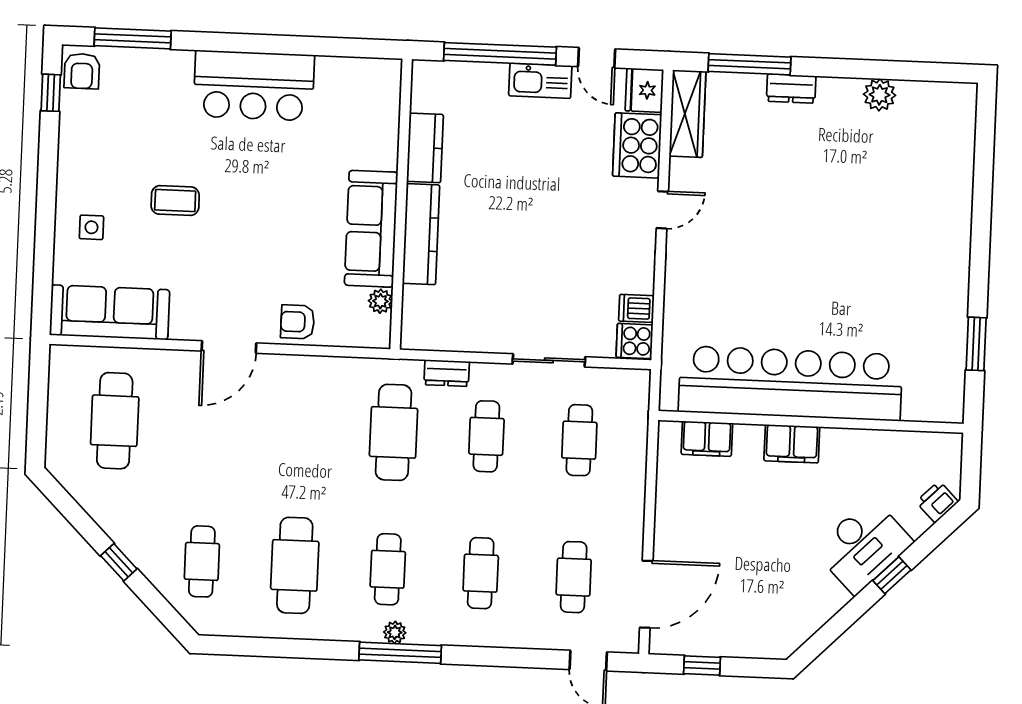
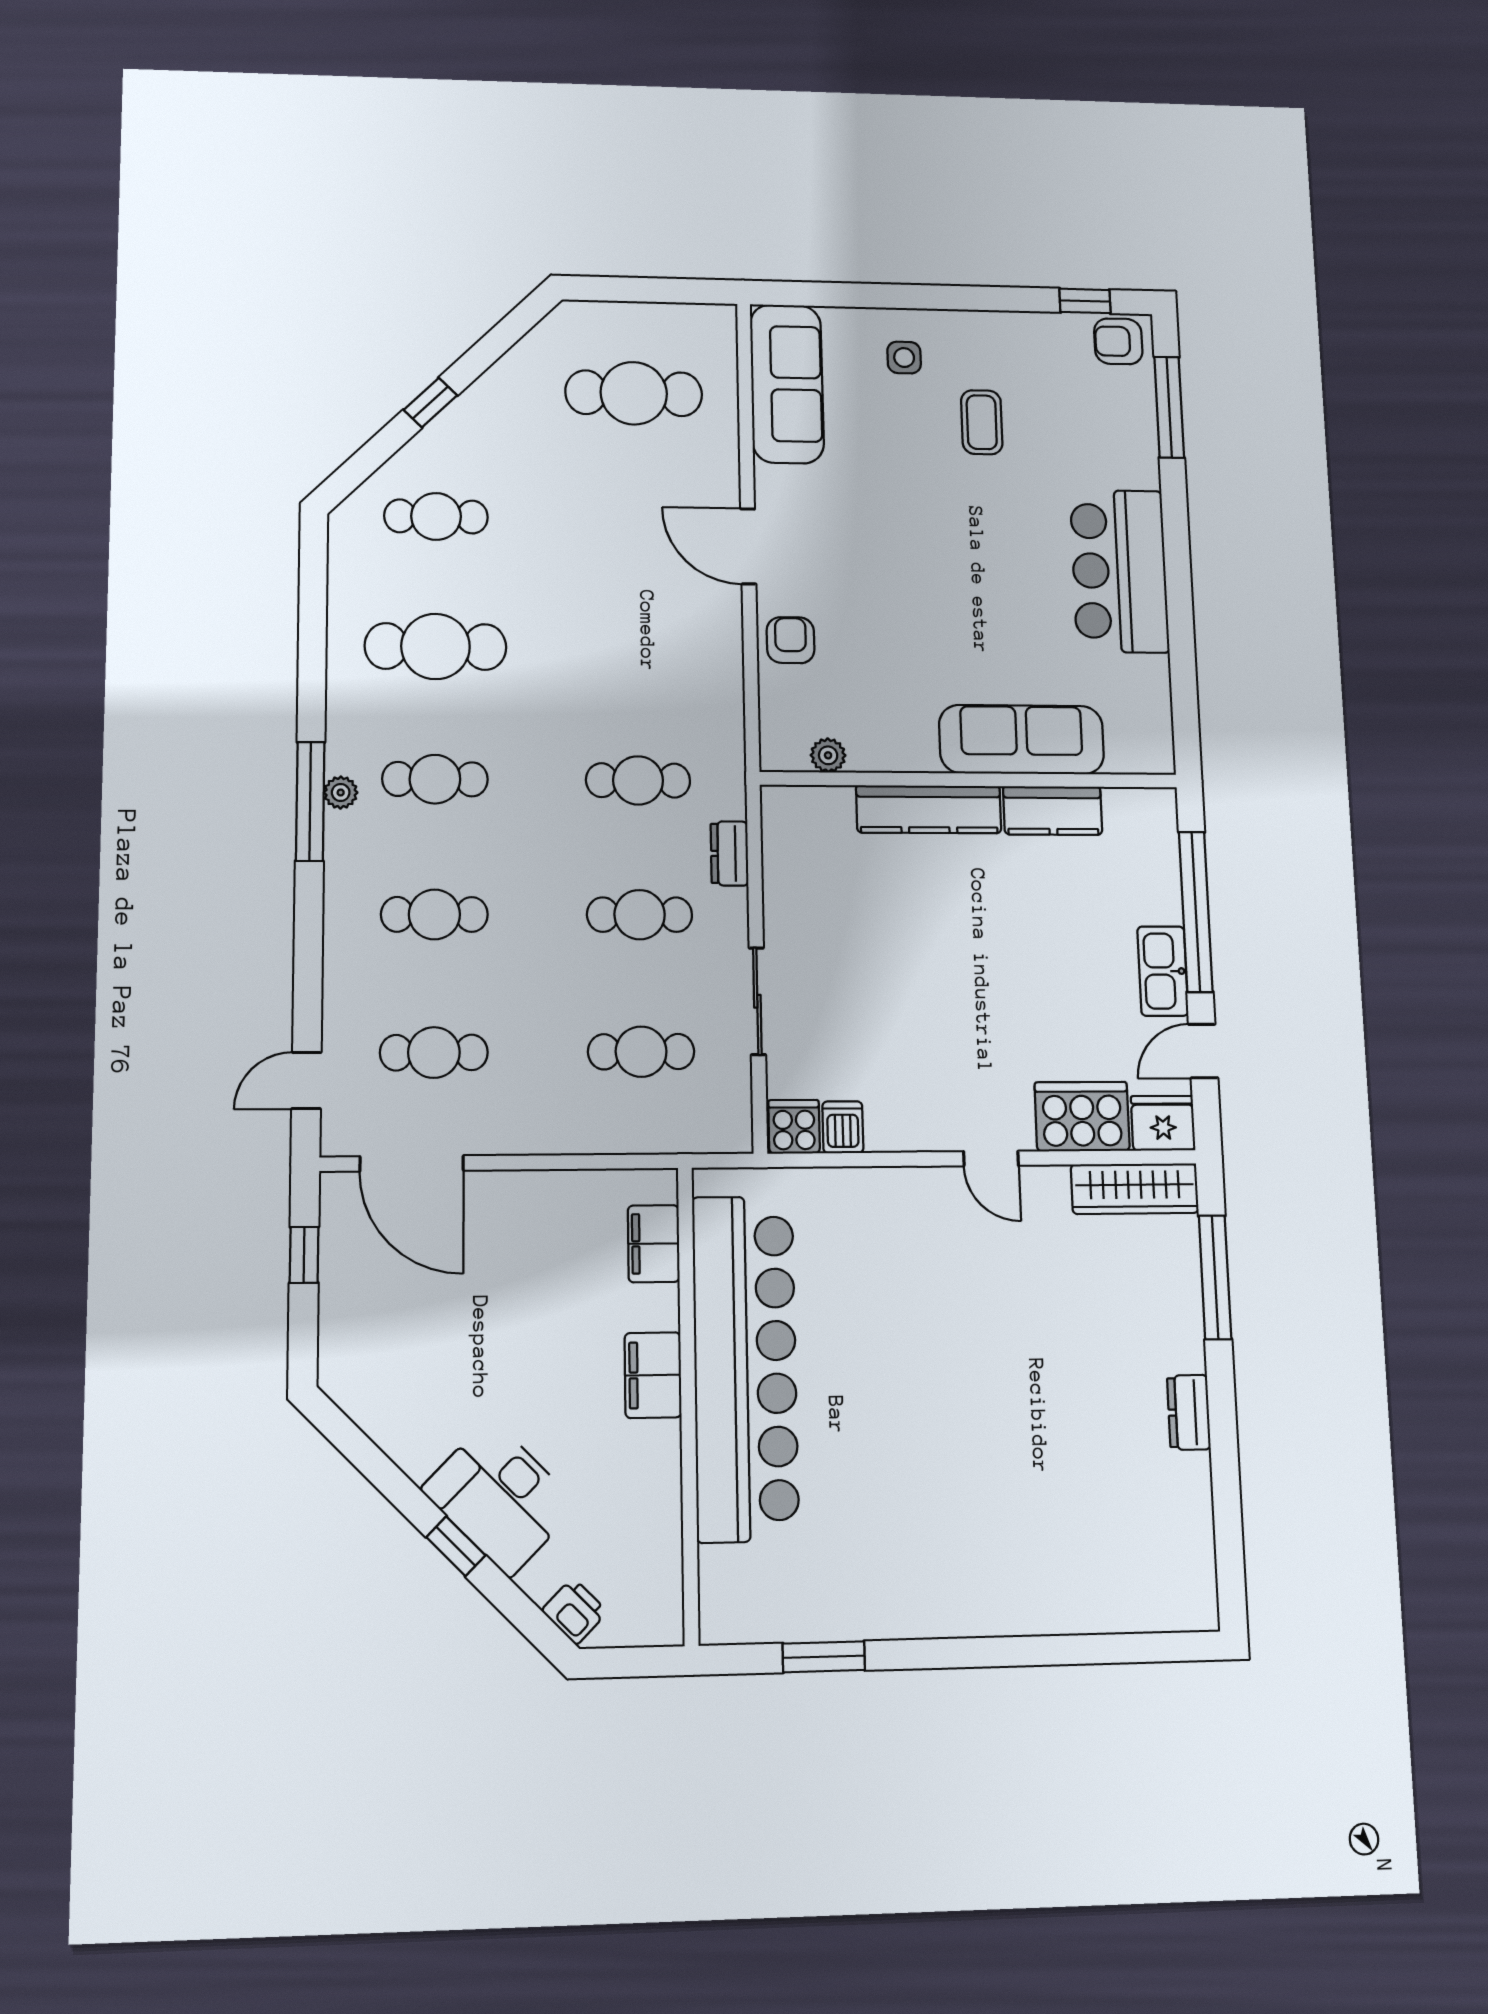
dresser: (791, 89) -> (1189, 1412), moved
plant: (880, 95) -> (1188, 1478), removed
coffee table: (175, 201) -> (982, 422), moved
sofa: (371, 229) -> (1022, 740), moved
cafe table: (393, 432) -> (638, 780), width x0.73, depth x0.74

